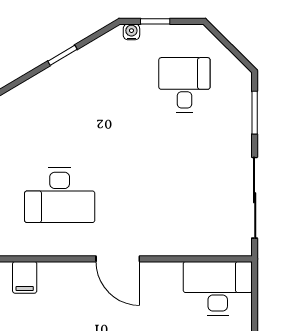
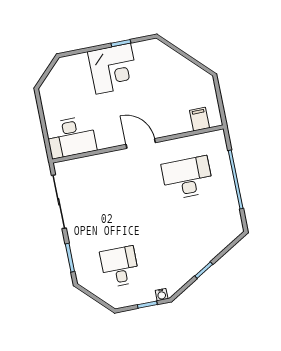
desk: (184, 85) -> (120, 267), turned 180

